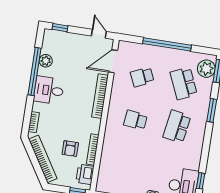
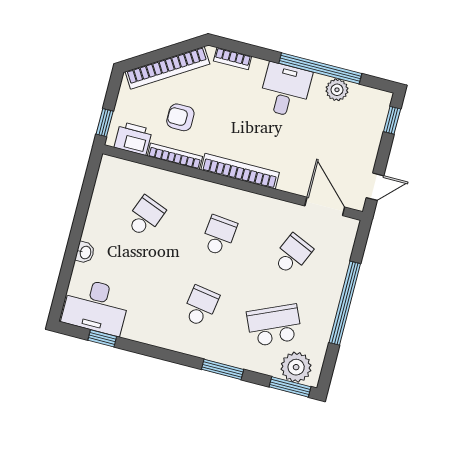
school desk: (142, 77) -> (292, 255), turned 48
bookcase: (100, 96) -> (240, 171), moved
school desk: (177, 127) -> (201, 306), width x0.54
school desk: (129, 163) -> (145, 216), added

